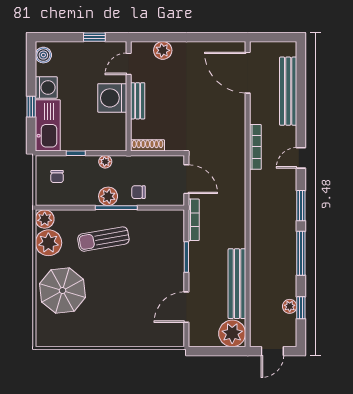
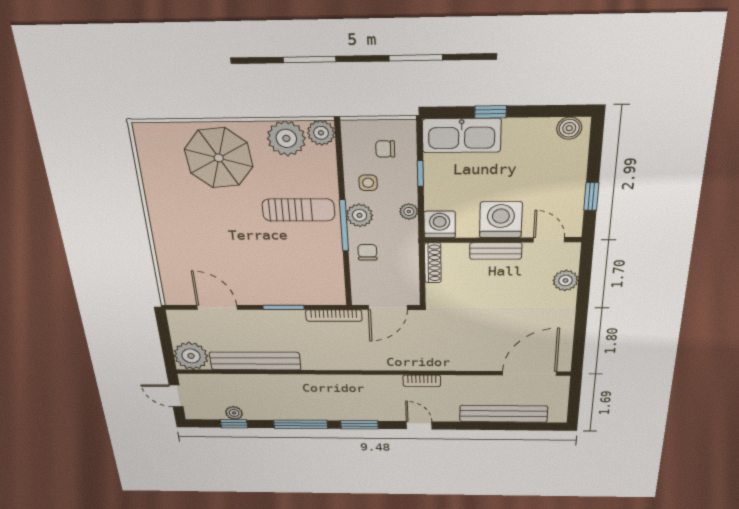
washing machine: (46, 87) -> (440, 224), moved, turned 180
bookcase: (255, 147) -> (422, 381), width x0.64
side table: (82, 189) -> (368, 183), added
sun lounger: (103, 239) -> (298, 210), turned 100

